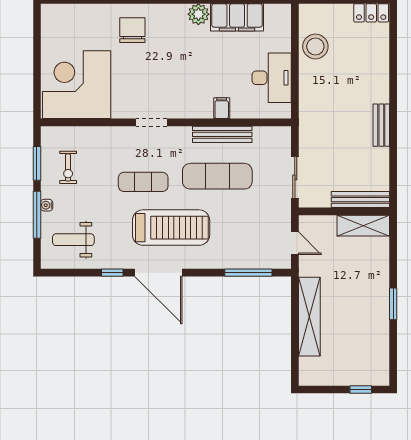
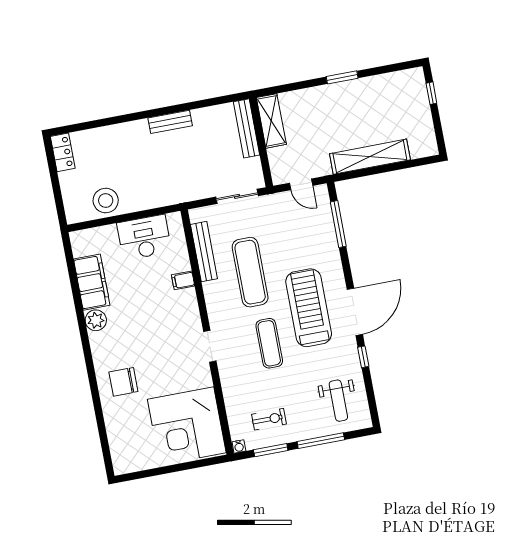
bench: (222, 134) -> (204, 252), moved
water cooler: (47, 205) -> (239, 446), moved
door: (295, 243) -> (301, 184), swing flipped

